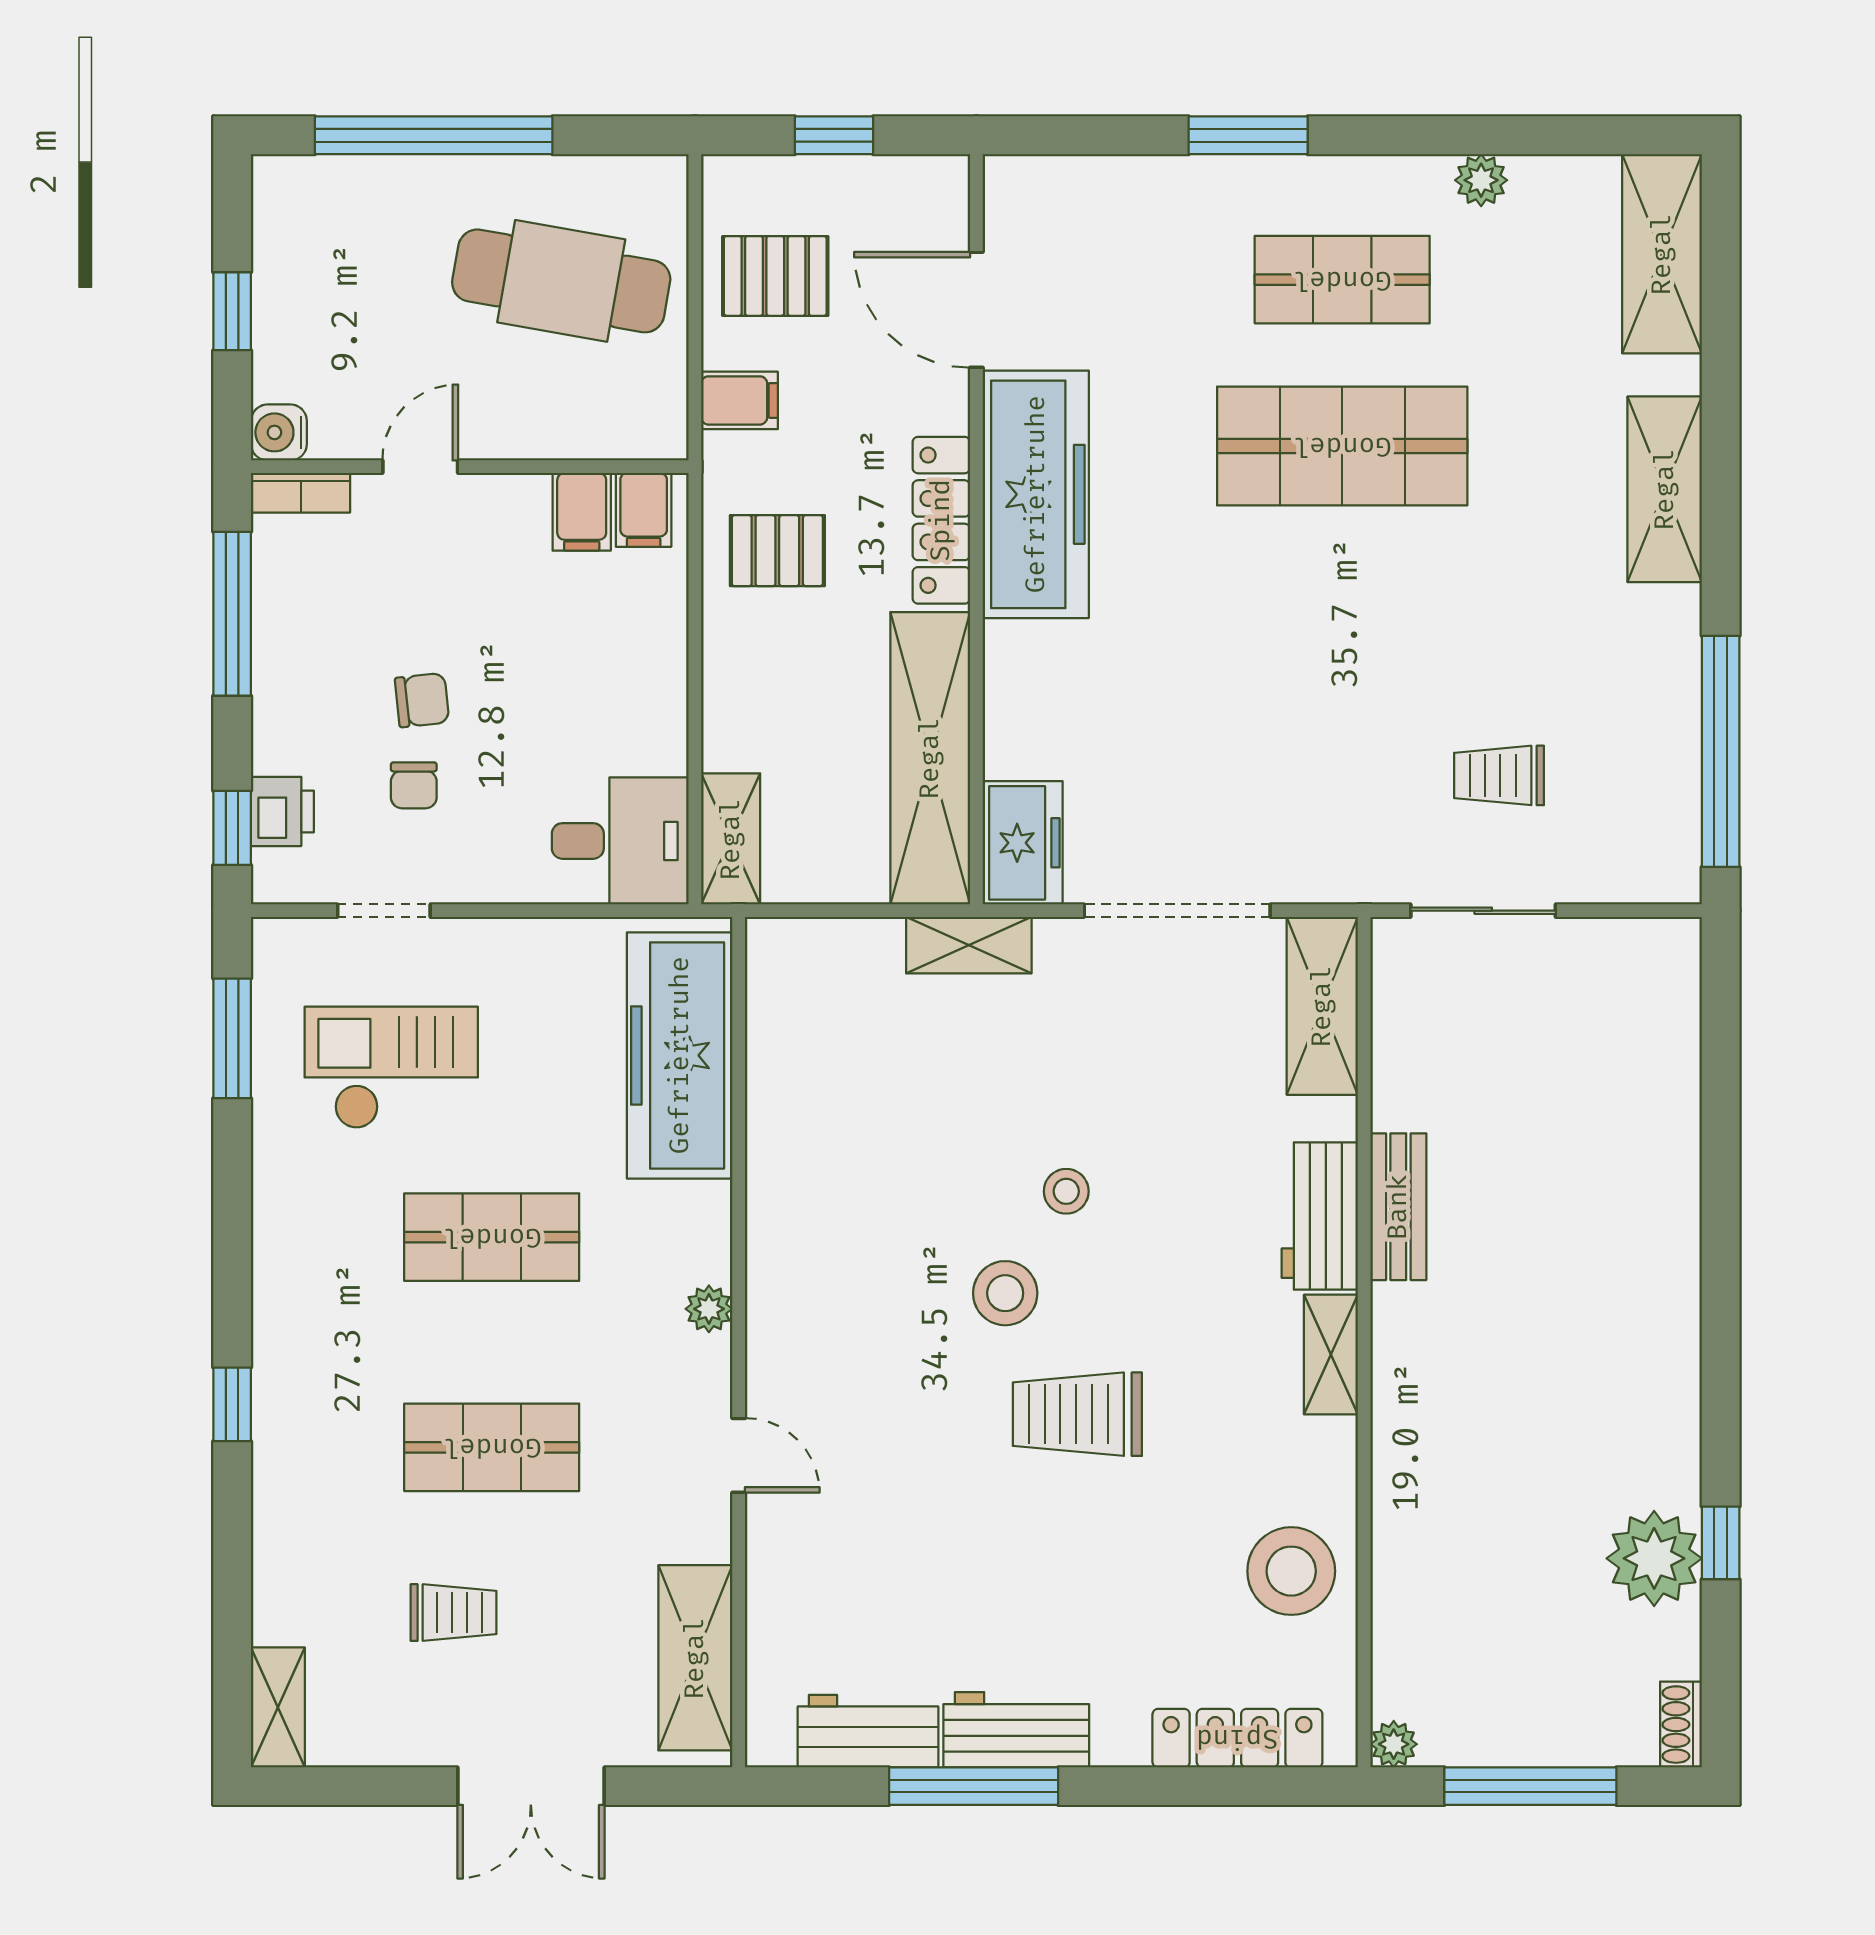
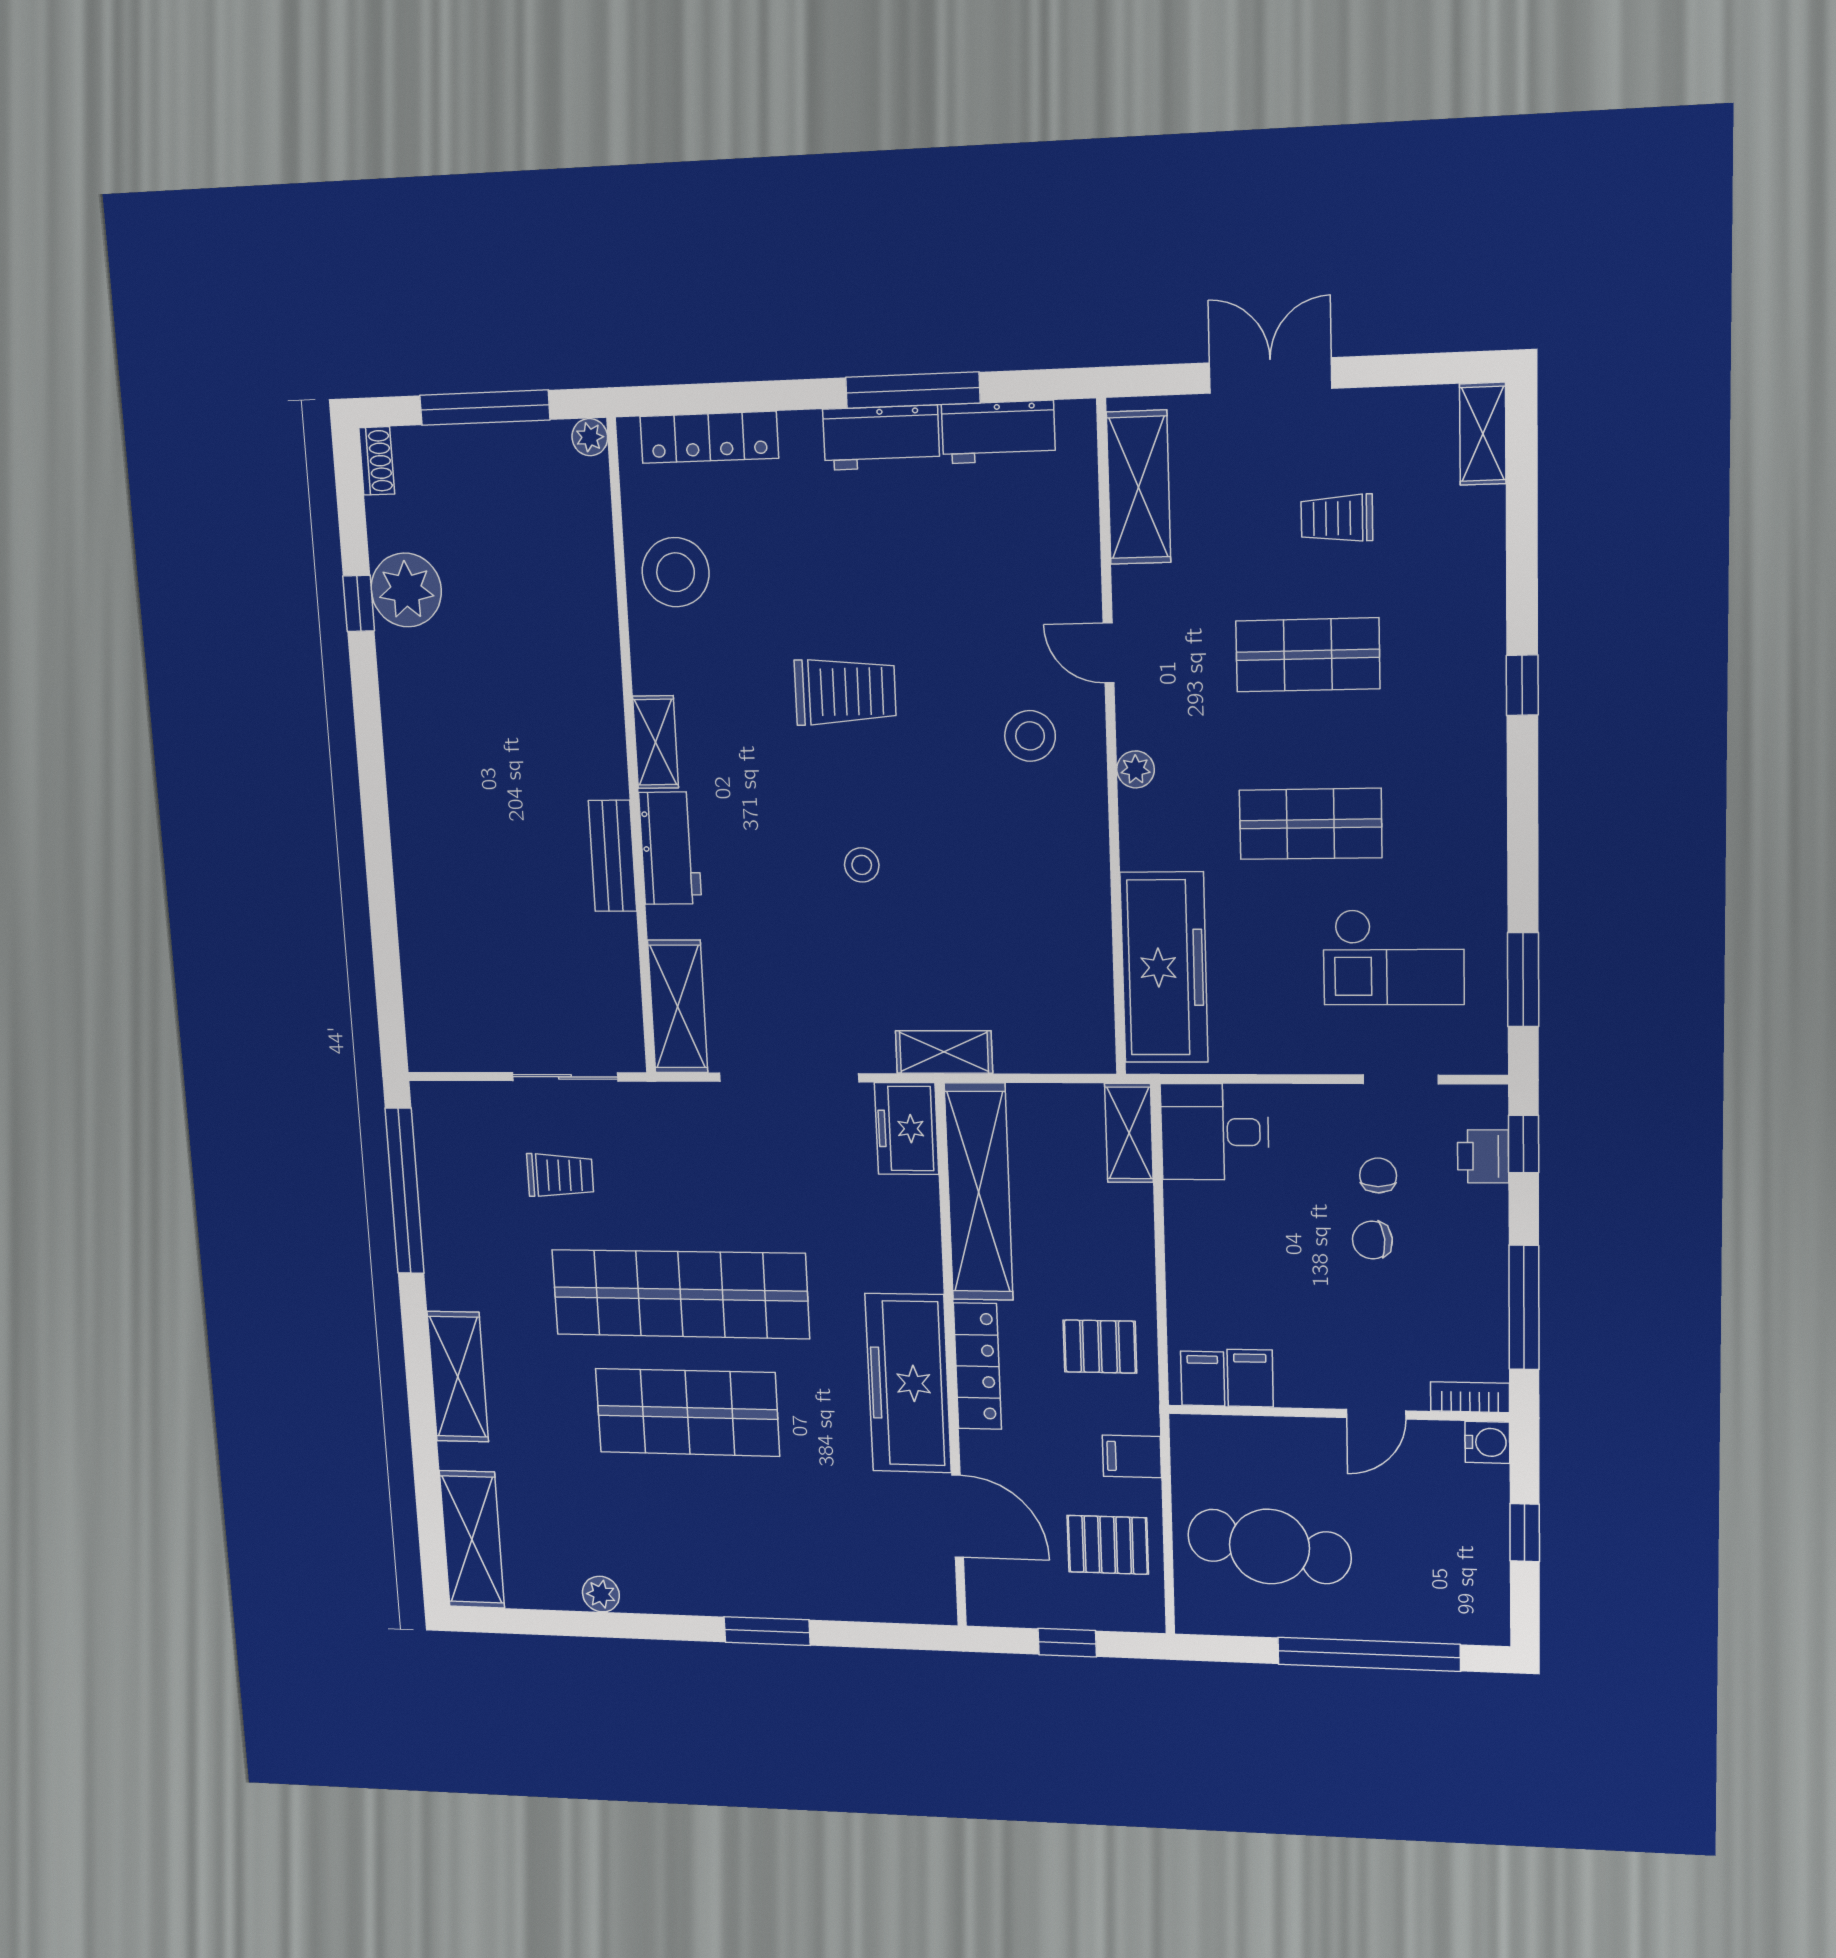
shop shelf: (1342, 280) -> (680, 1294), moved, width x2.00, depth x1.36
stool: (1005, 1293) -> (1030, 736), moved

